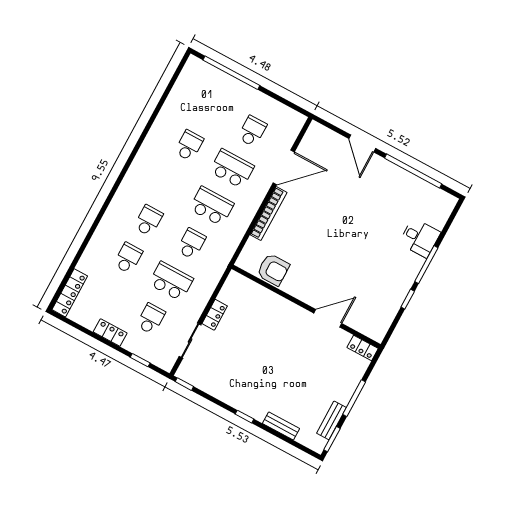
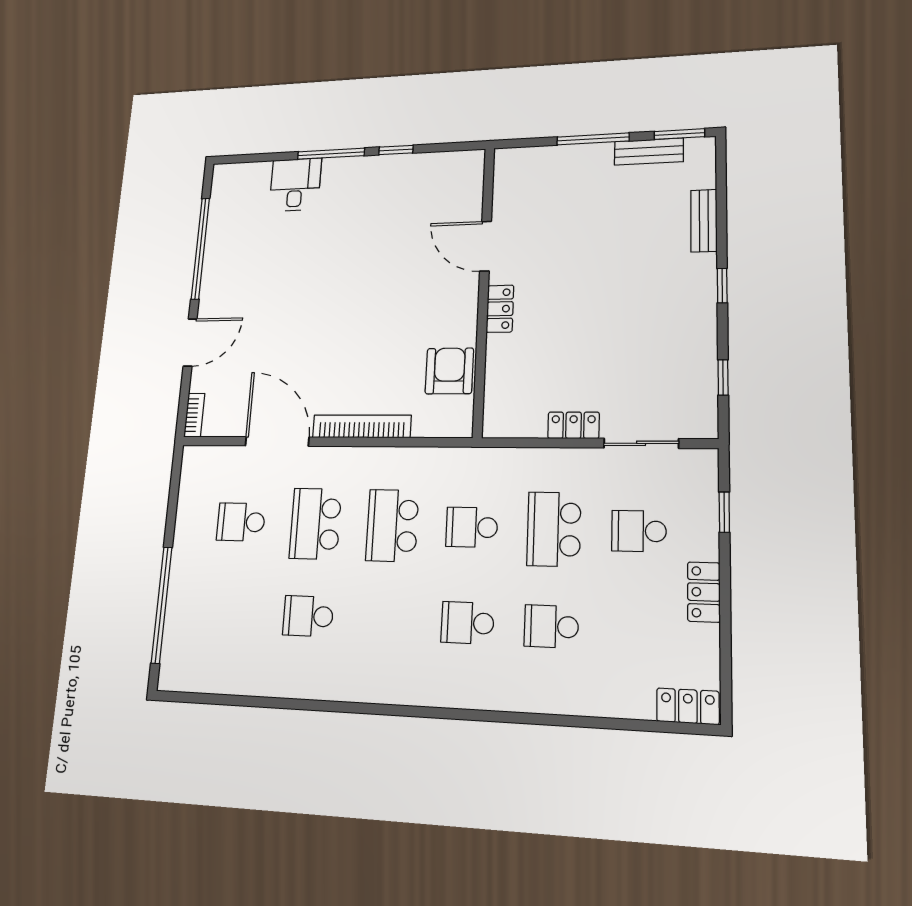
bookcase: (321, 130) -> (194, 415), added
locker: (70, 293) -> (688, 706), width x0.66
locker: (363, 348) -> (500, 309), moved
window: (184, 384) -> (723, 377), moved

